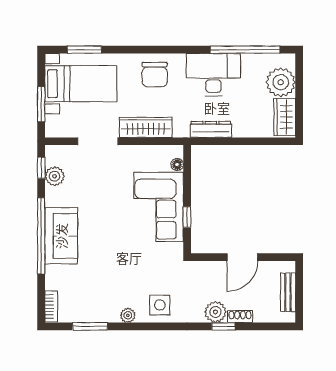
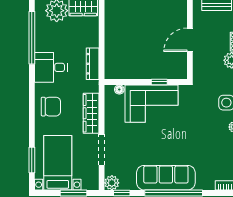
desk: (213, 75) -> (51, 67), width x0.73
plant: (55, 176) -> (112, 183), moved
sofa: (61, 236) -> (166, 178), width x1.36
door: (242, 257) -> (190, 40), swing flipped

